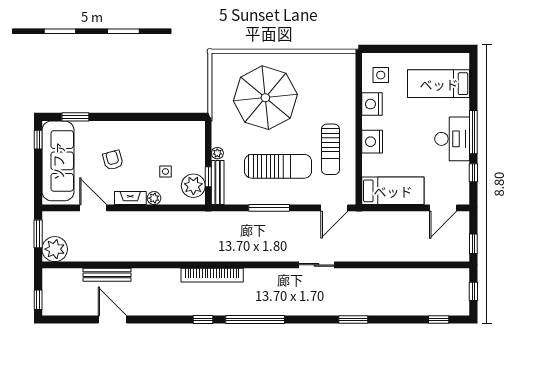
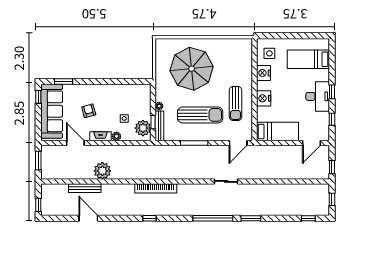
window: (473, 132) -> (332, 92), width x0.46
plant: (55, 249) -> (102, 171), moved
window: (255, 319) -> (213, 218), moved

